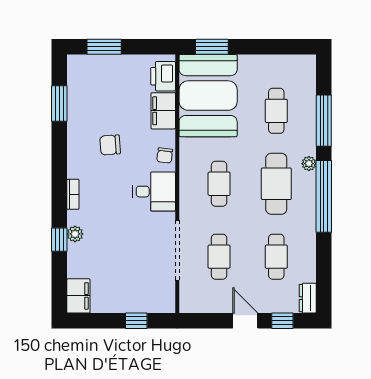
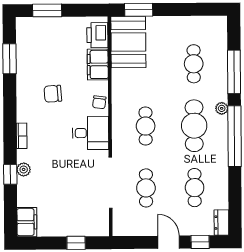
booth: (208, 96) -> (128, 42), width x0.73, depth x0.70

